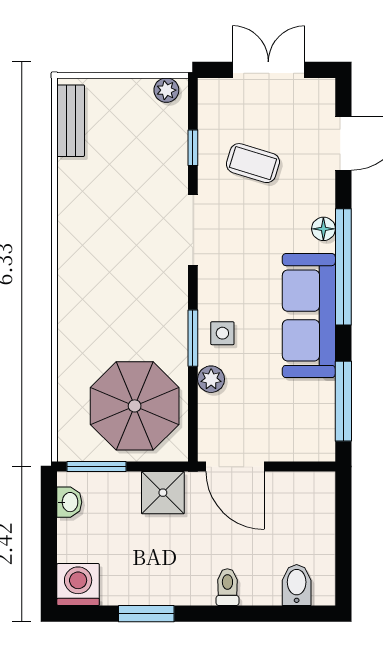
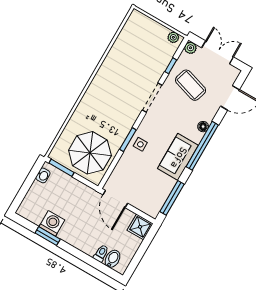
bench: (71, 121) -> (129, 28), removed
coffee table: (253, 163) -> (191, 85), width x1.36, depth x1.30
sofa: (309, 316) -> (178, 157), width x0.73
plant: (211, 379) -> (190, 48), moved
shower: (163, 493) -> (140, 227), moved
washing machine: (78, 585) -> (52, 223), moved
toilet: (227, 587) -> (101, 253), moved

